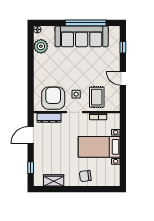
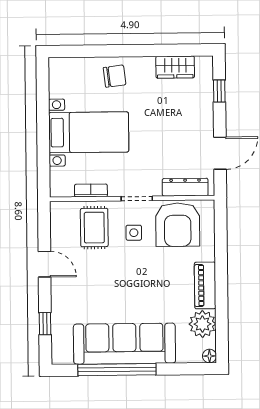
piano: (39, 66) -> (205, 285), added

